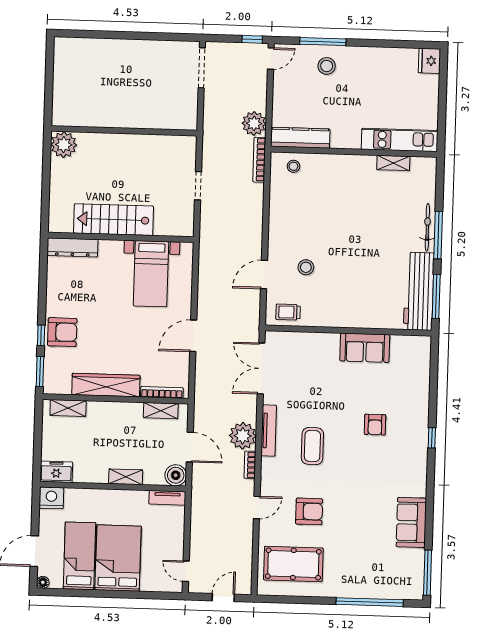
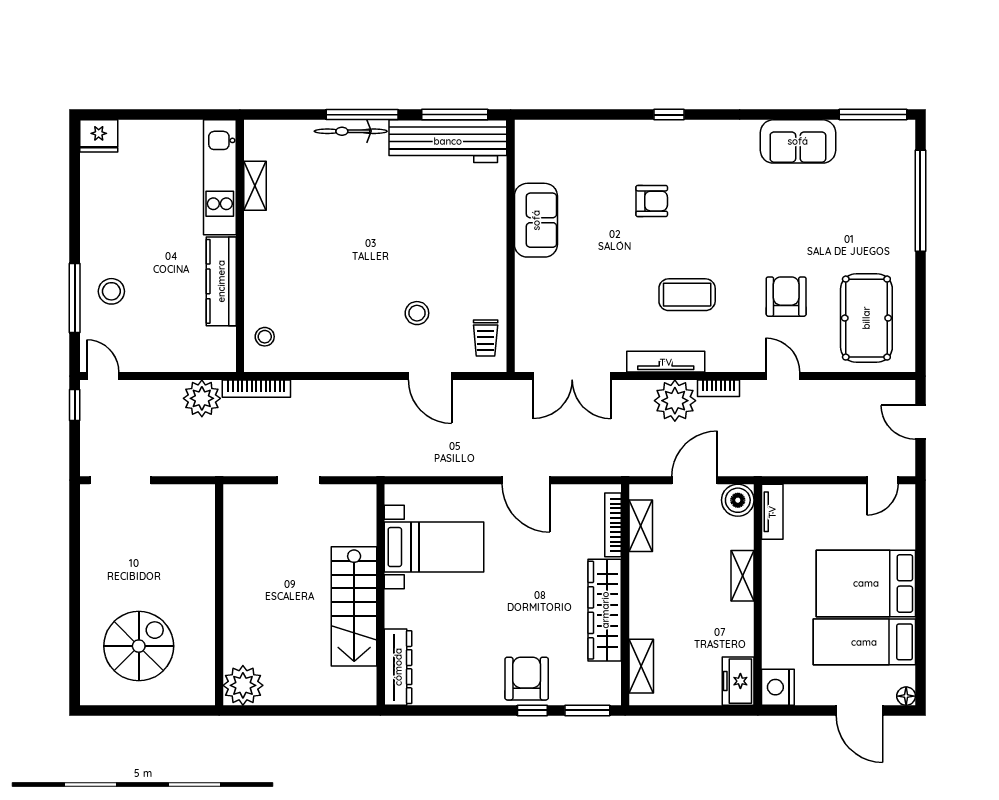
spiral stairs: (92, 77) -> (139, 646), added
kitchen counter: (300, 138) -> (221, 281), moved

